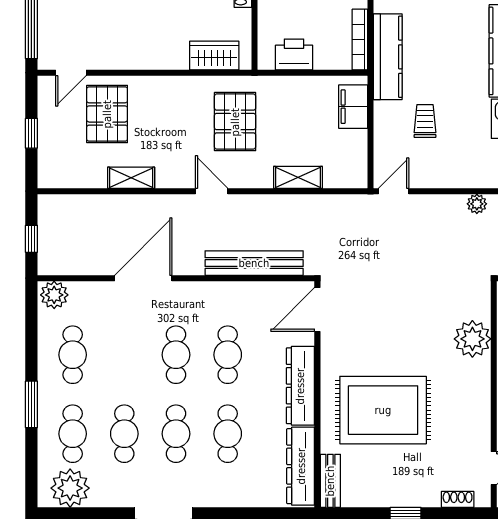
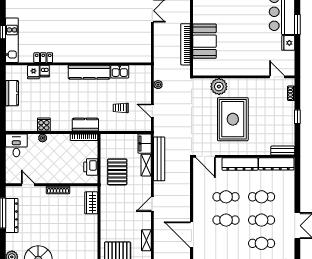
kitchen counter: (388, 57) -> (85, 125), width x0.67
filing cabinet: (353, 107) -> (145, 144), moved, turned 90
pallet: (235, 122) -> (117, 172), moved, turned 90
door: (394, 191) -> (152, 111), moved
bench: (254, 263) -> (159, 159), moved
rug: (383, 410) -> (233, 119), moved

